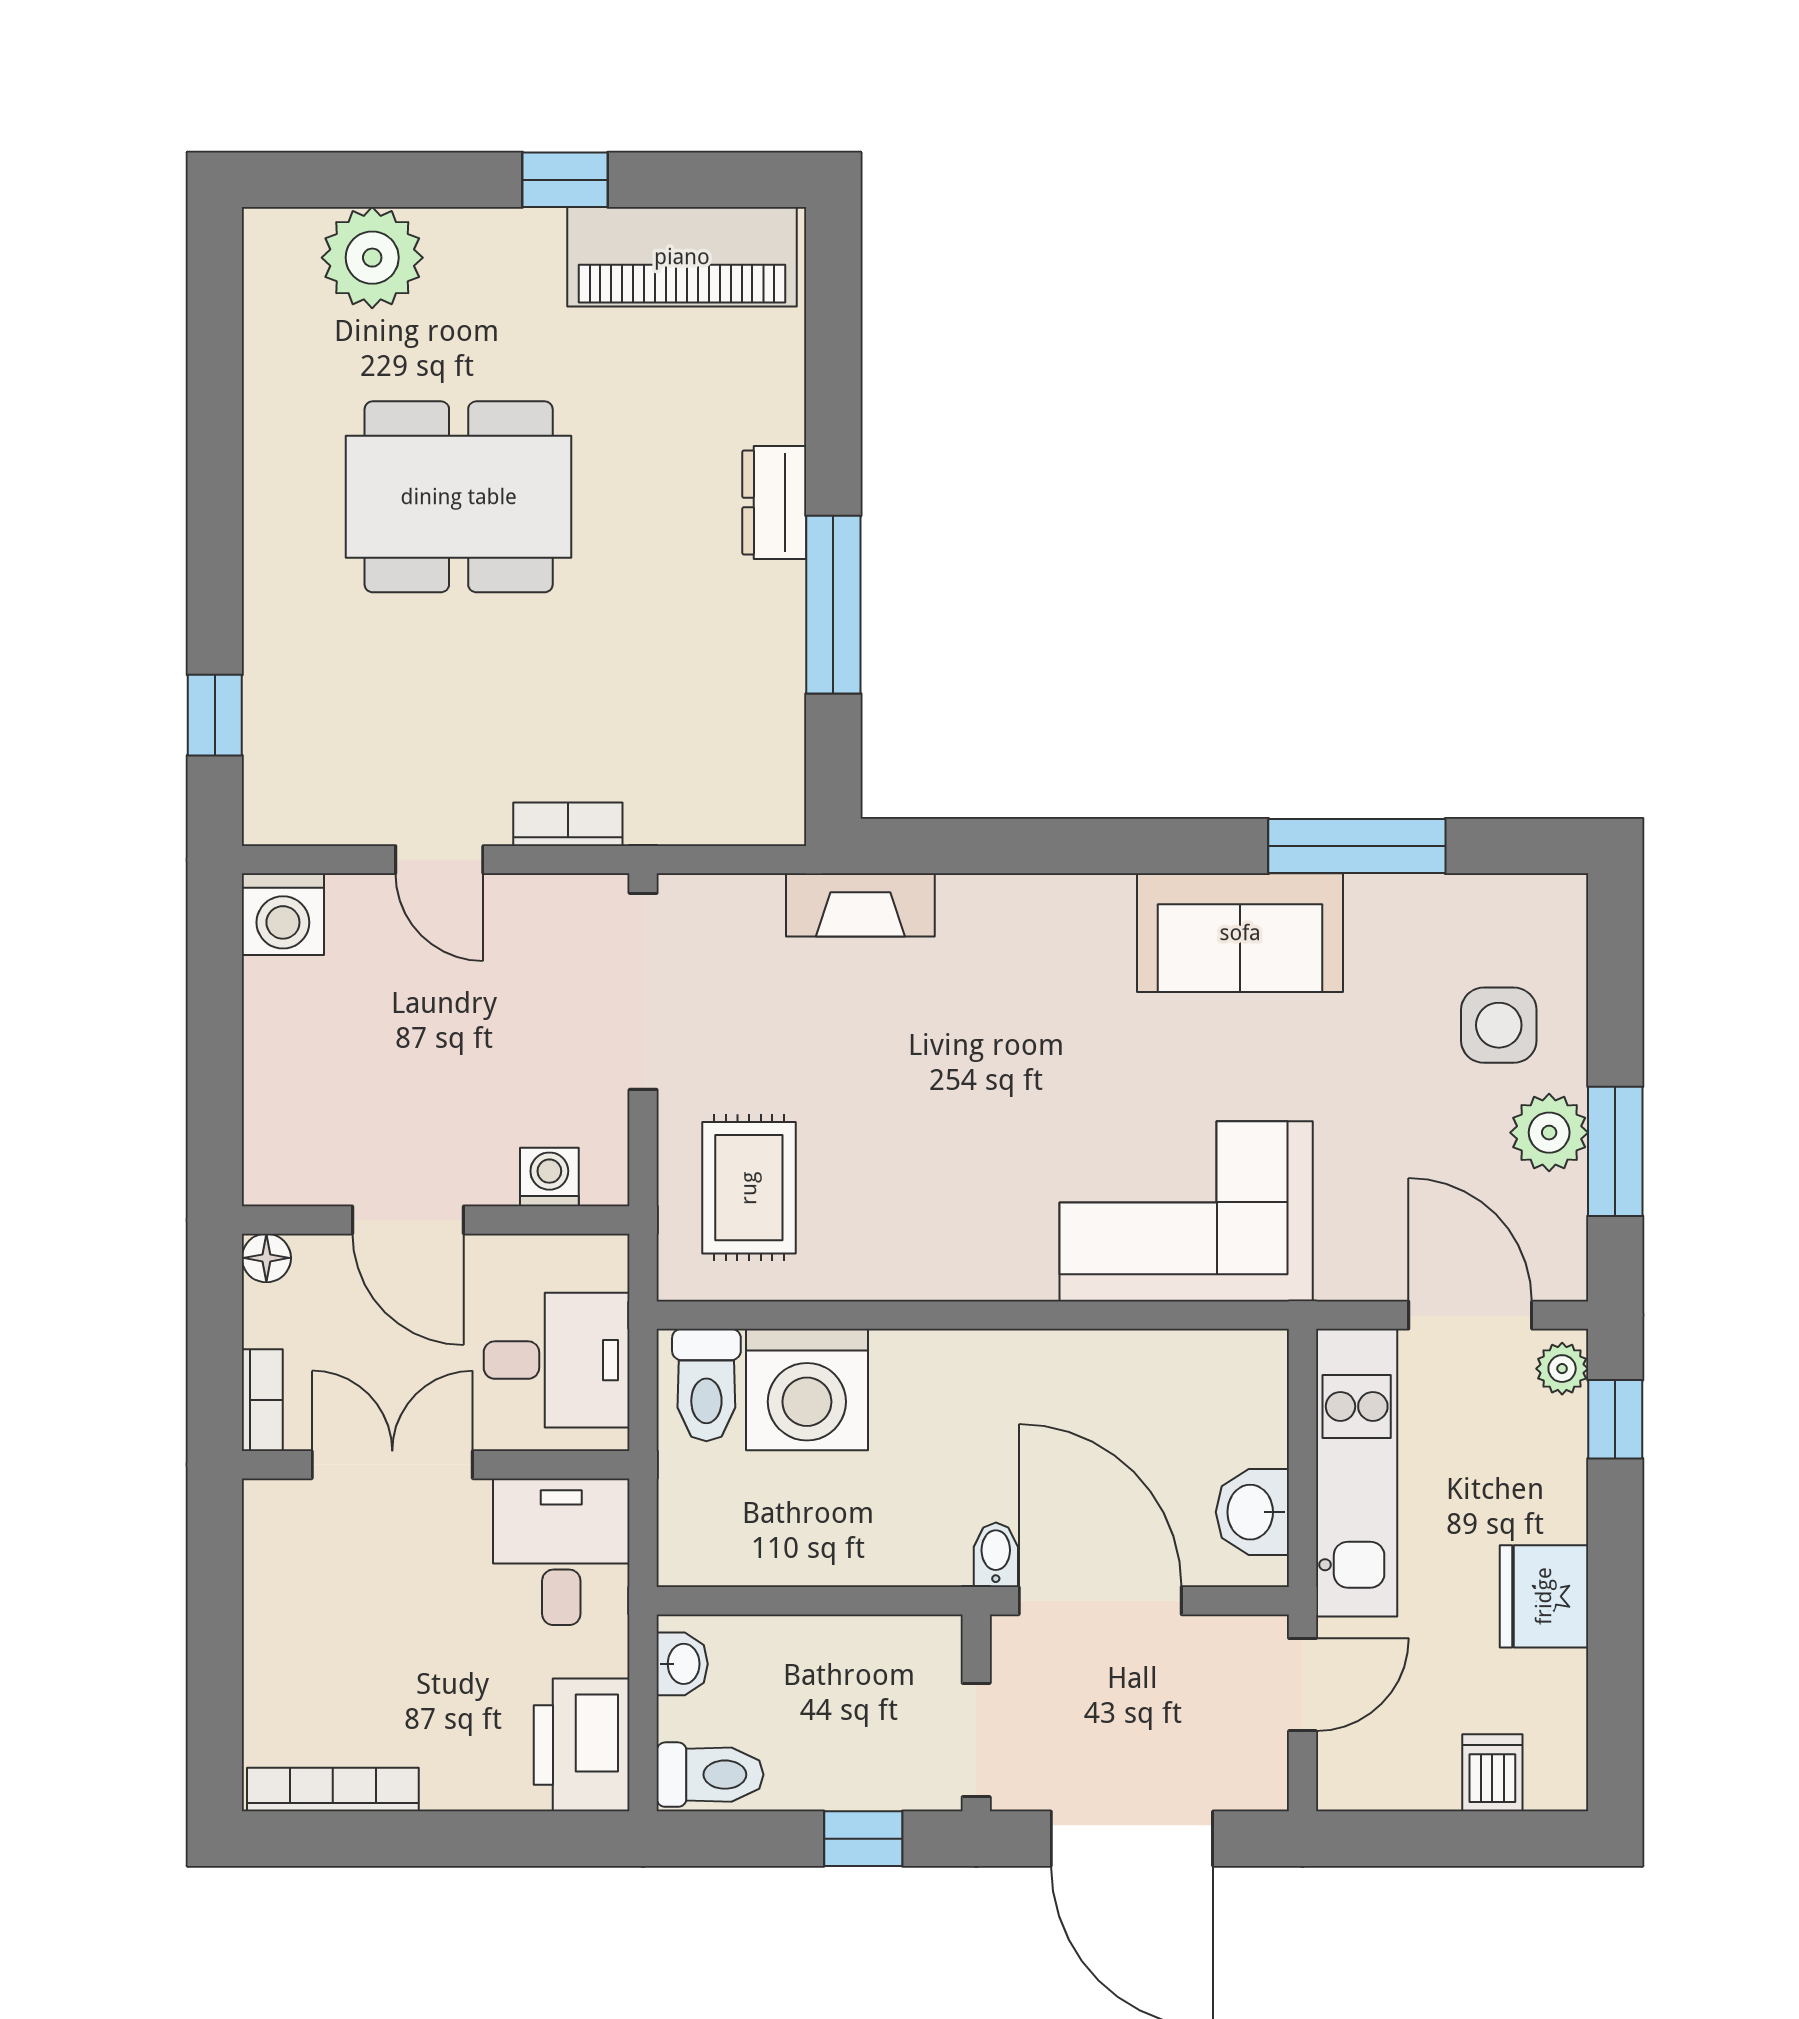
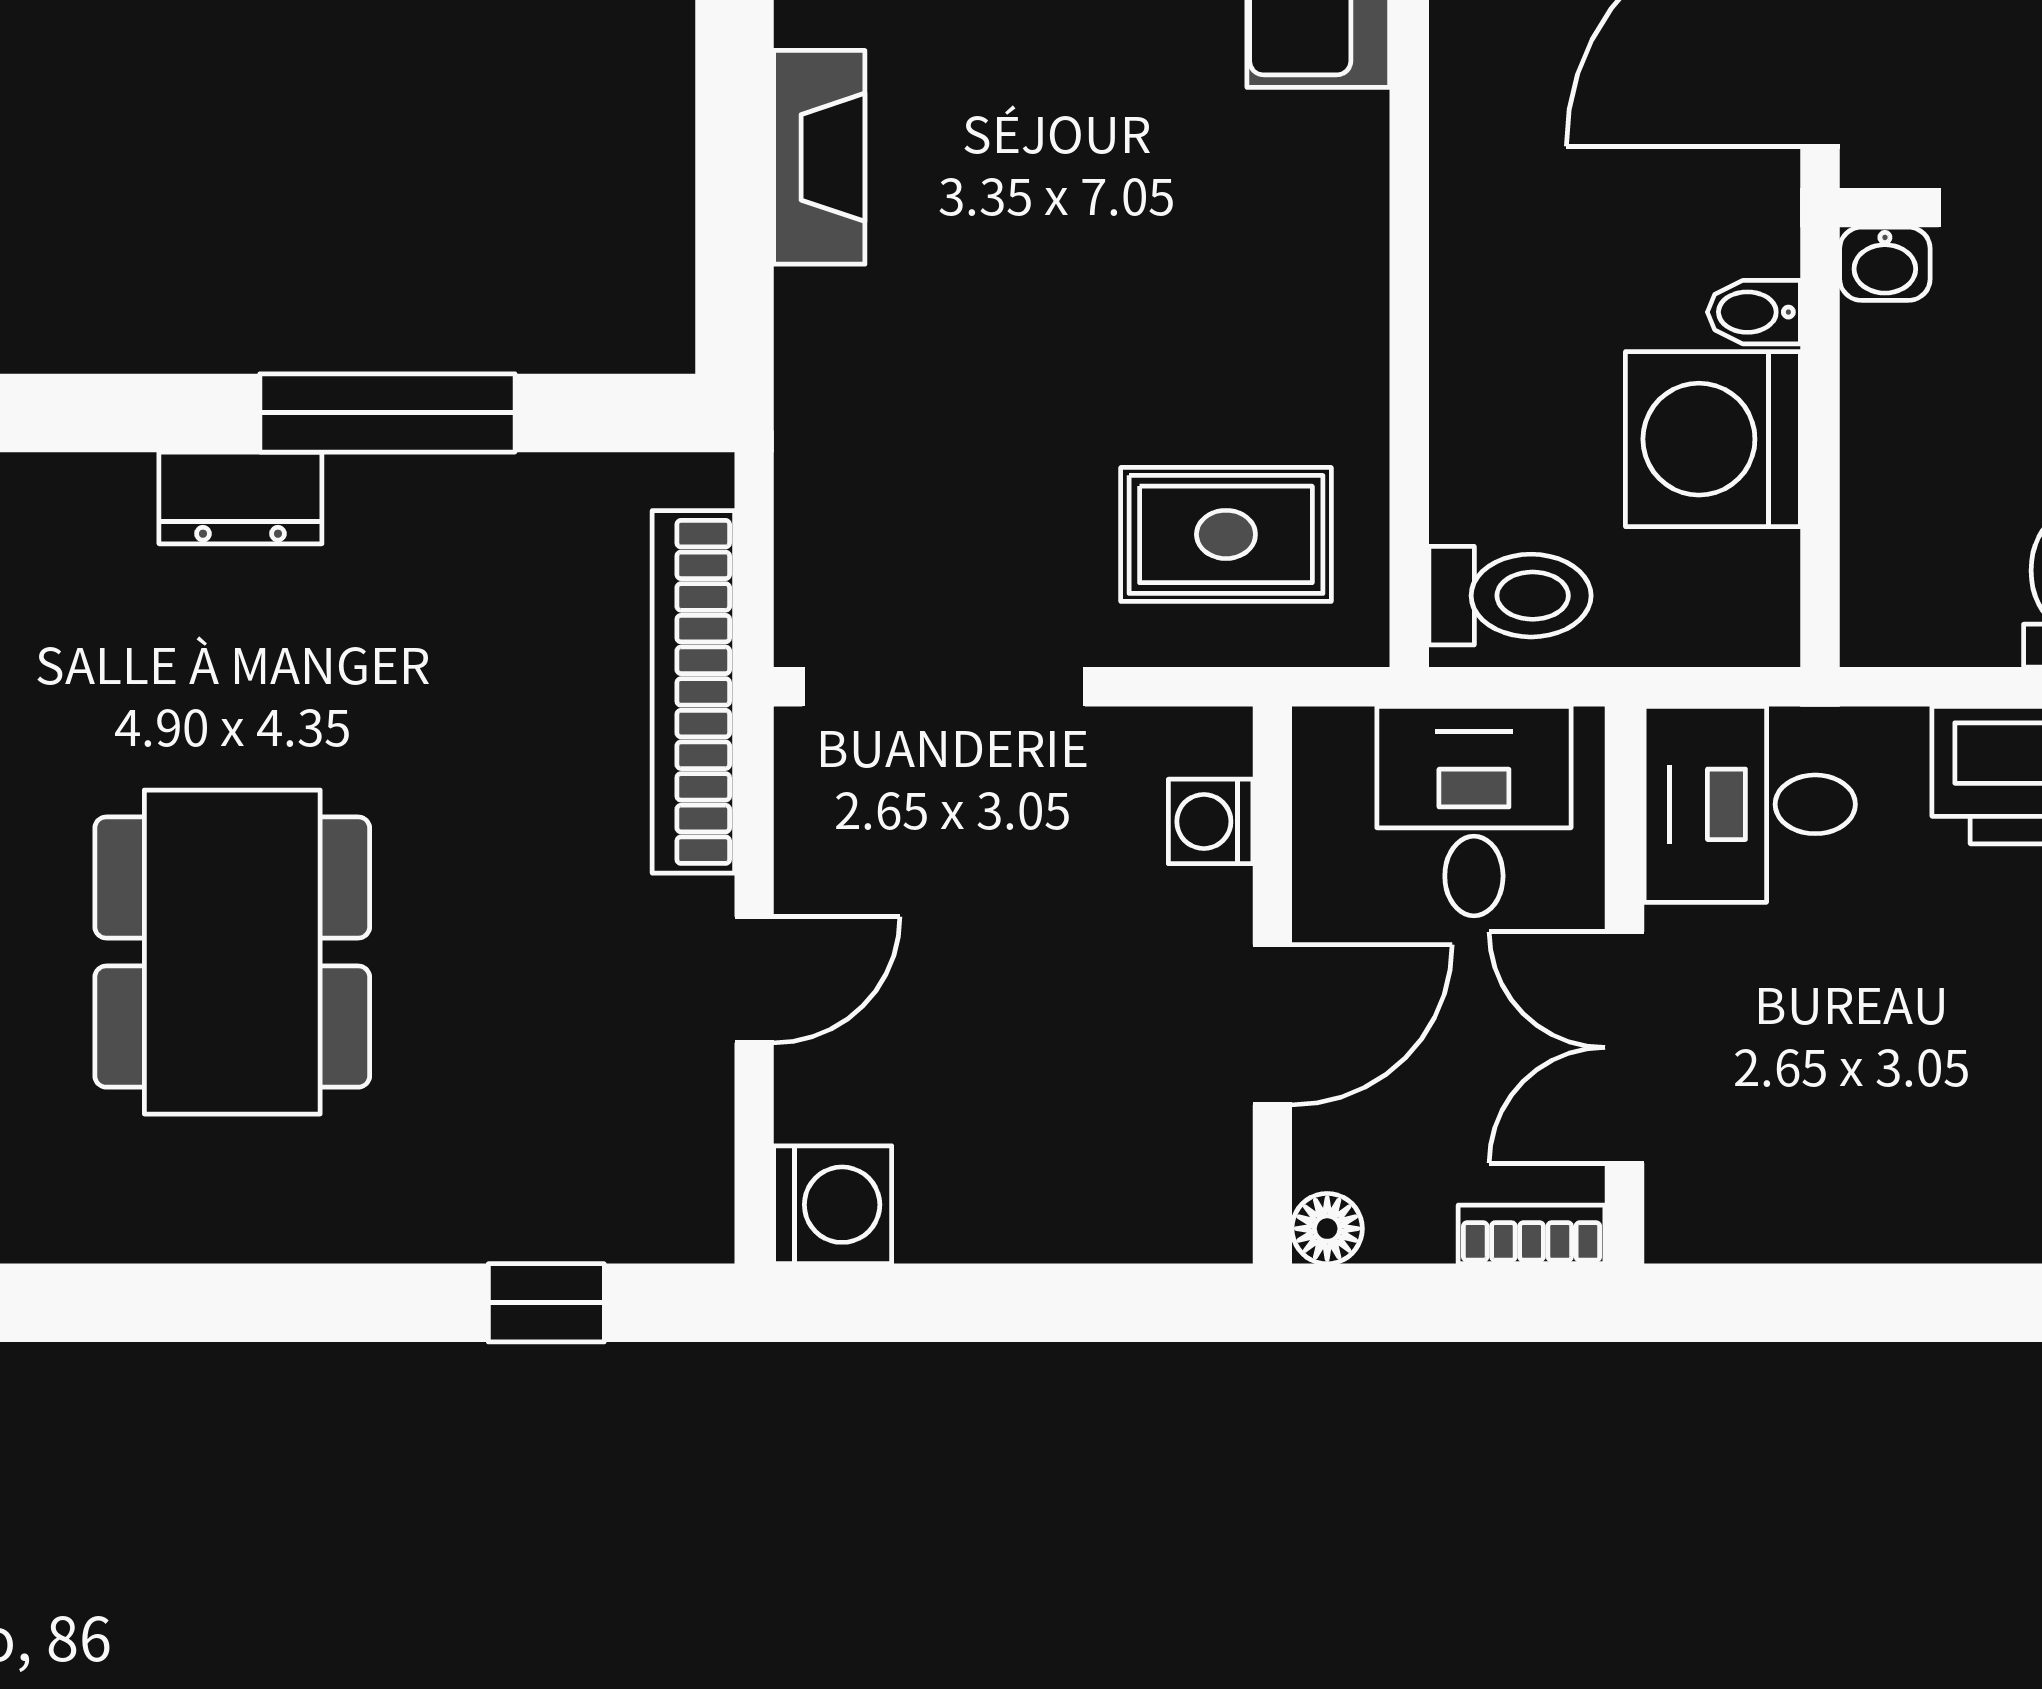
bookcase: (568, 824) -> (693, 692), width x2.31, depth x1.31
fireplace: (860, 905) -> (819, 157), moved
washing machine: (807, 1390) -> (1713, 439), moved, turned 180
bidet: (996, 1555) -> (1754, 312), moved
washbasin: (682, 1664) -> (1885, 264), moved, turned 180

